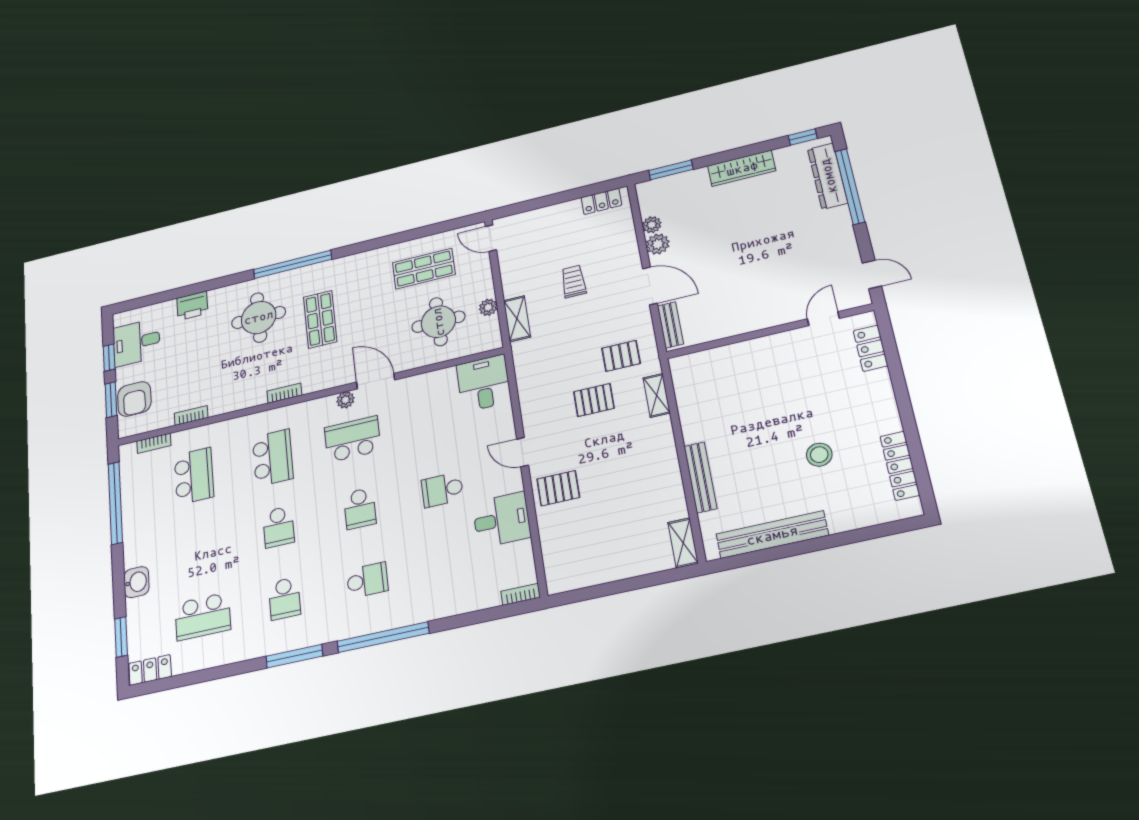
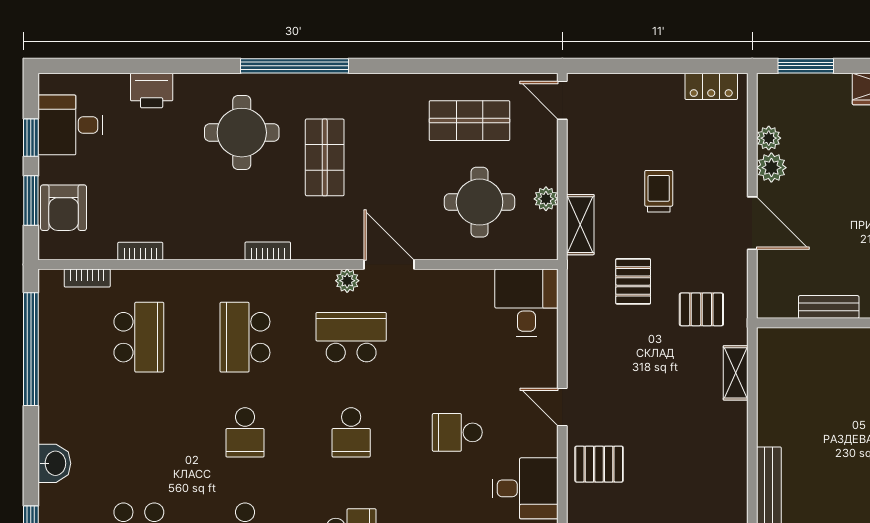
bench: (670, 325) -> (829, 307), moved, turned 90
pallet: (594, 400) -> (633, 281), moved, turned 90
school desk: (273, 458) -> (245, 337), turned 180

